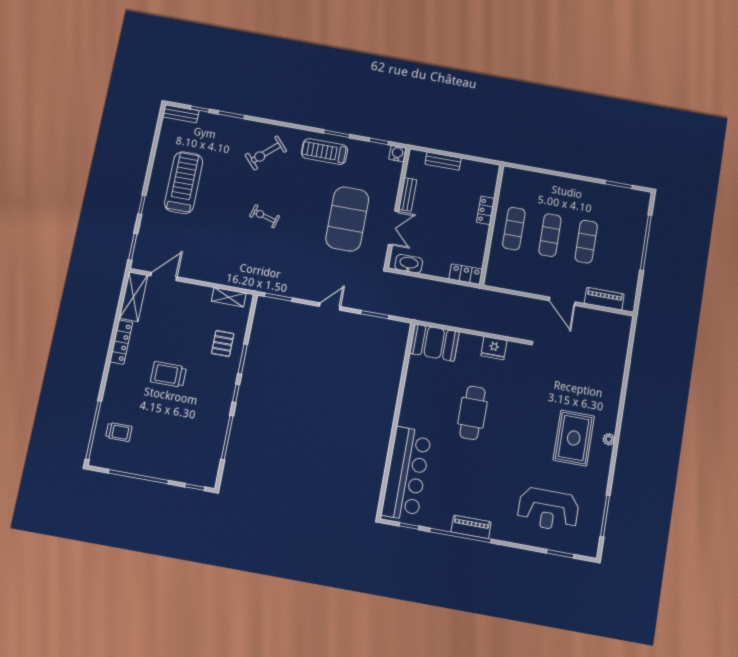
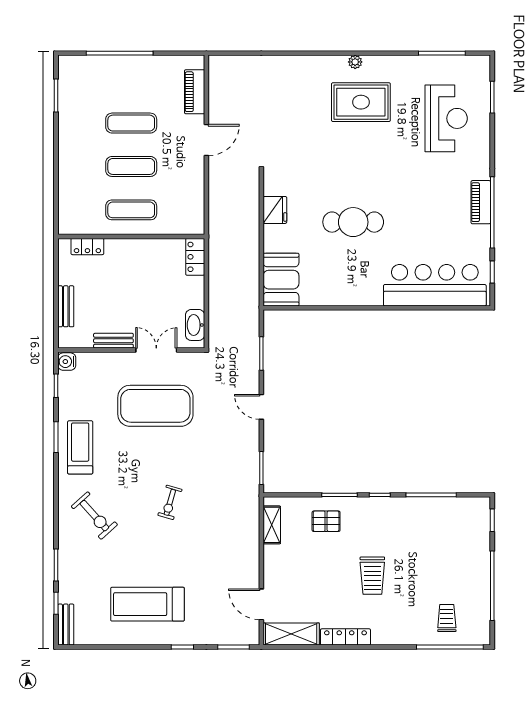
treadmill: (324, 152) -> (80, 447), turned 180
locker: (486, 210) -> (87, 247), moved

